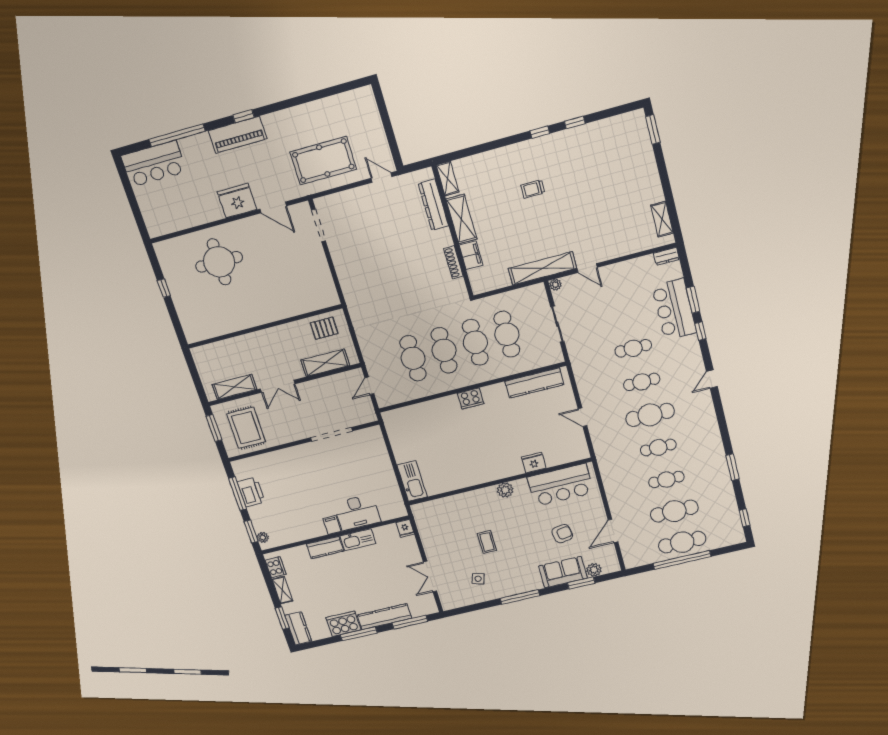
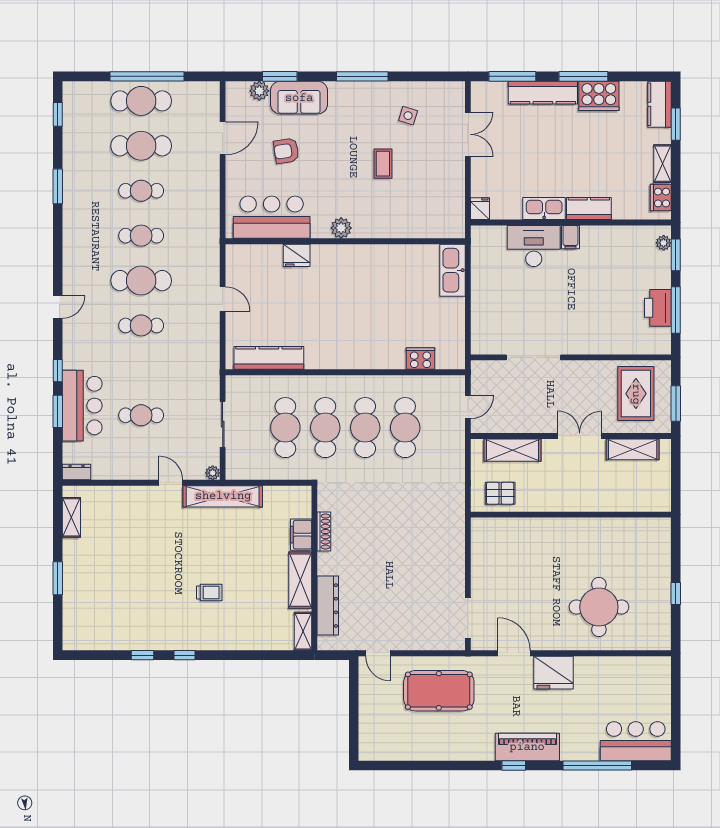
window: (653, 129) -> (58, 578), moved
cafe table: (633, 348) -> (141, 415), moved
cooker: (471, 398) -> (420, 359), moved

